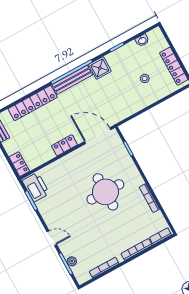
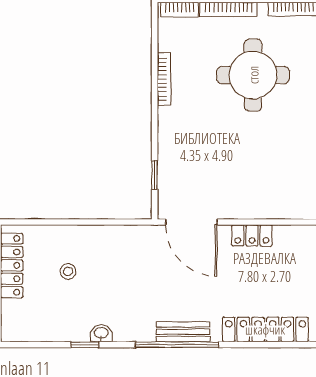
washbasin: (142, 40) -> (101, 333), moved
shower: (100, 68) -> (129, 327), removed
bench: (72, 80) -> (183, 332), width x0.73
round table: (105, 192) -> (253, 75), moved

